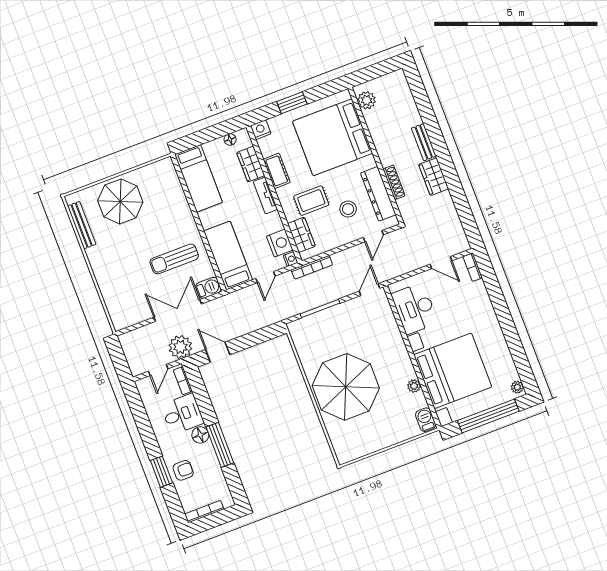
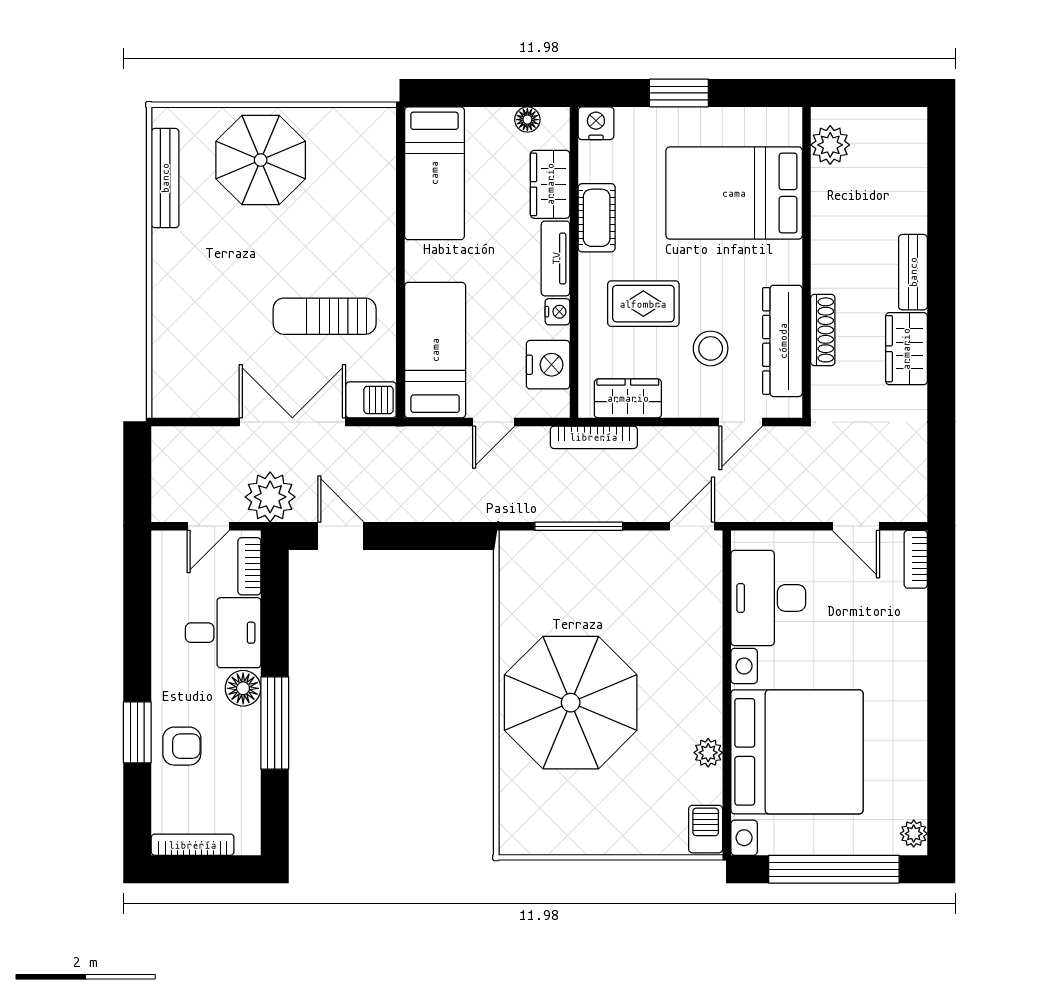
bed: (333, 137) -> (734, 193), width x0.73
wardrobe: (301, 235) -> (628, 398), moved, turned -90
nightstand: (291, 259) -> (557, 312), moved

